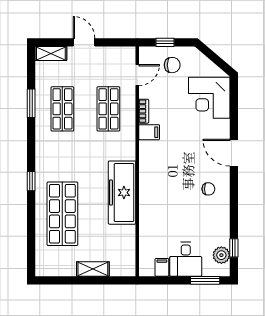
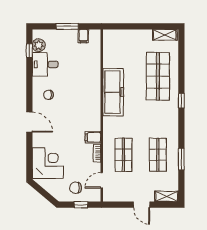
desk: (186, 259) -> (45, 64), moved, turned -90
shelving: (93, 269) -> (165, 35), moved
window: (205, 280) -> (67, 26), moved

